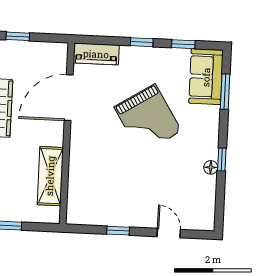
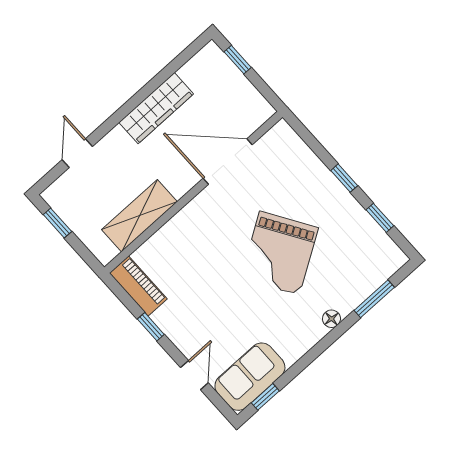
piano: (96, 54) -> (138, 286), moved, turned 180
sofa: (206, 77) -> (250, 377), moved
window: (222, 159) -> (265, 397), moved
floor lamp: (211, 167) -> (331, 319), moved

